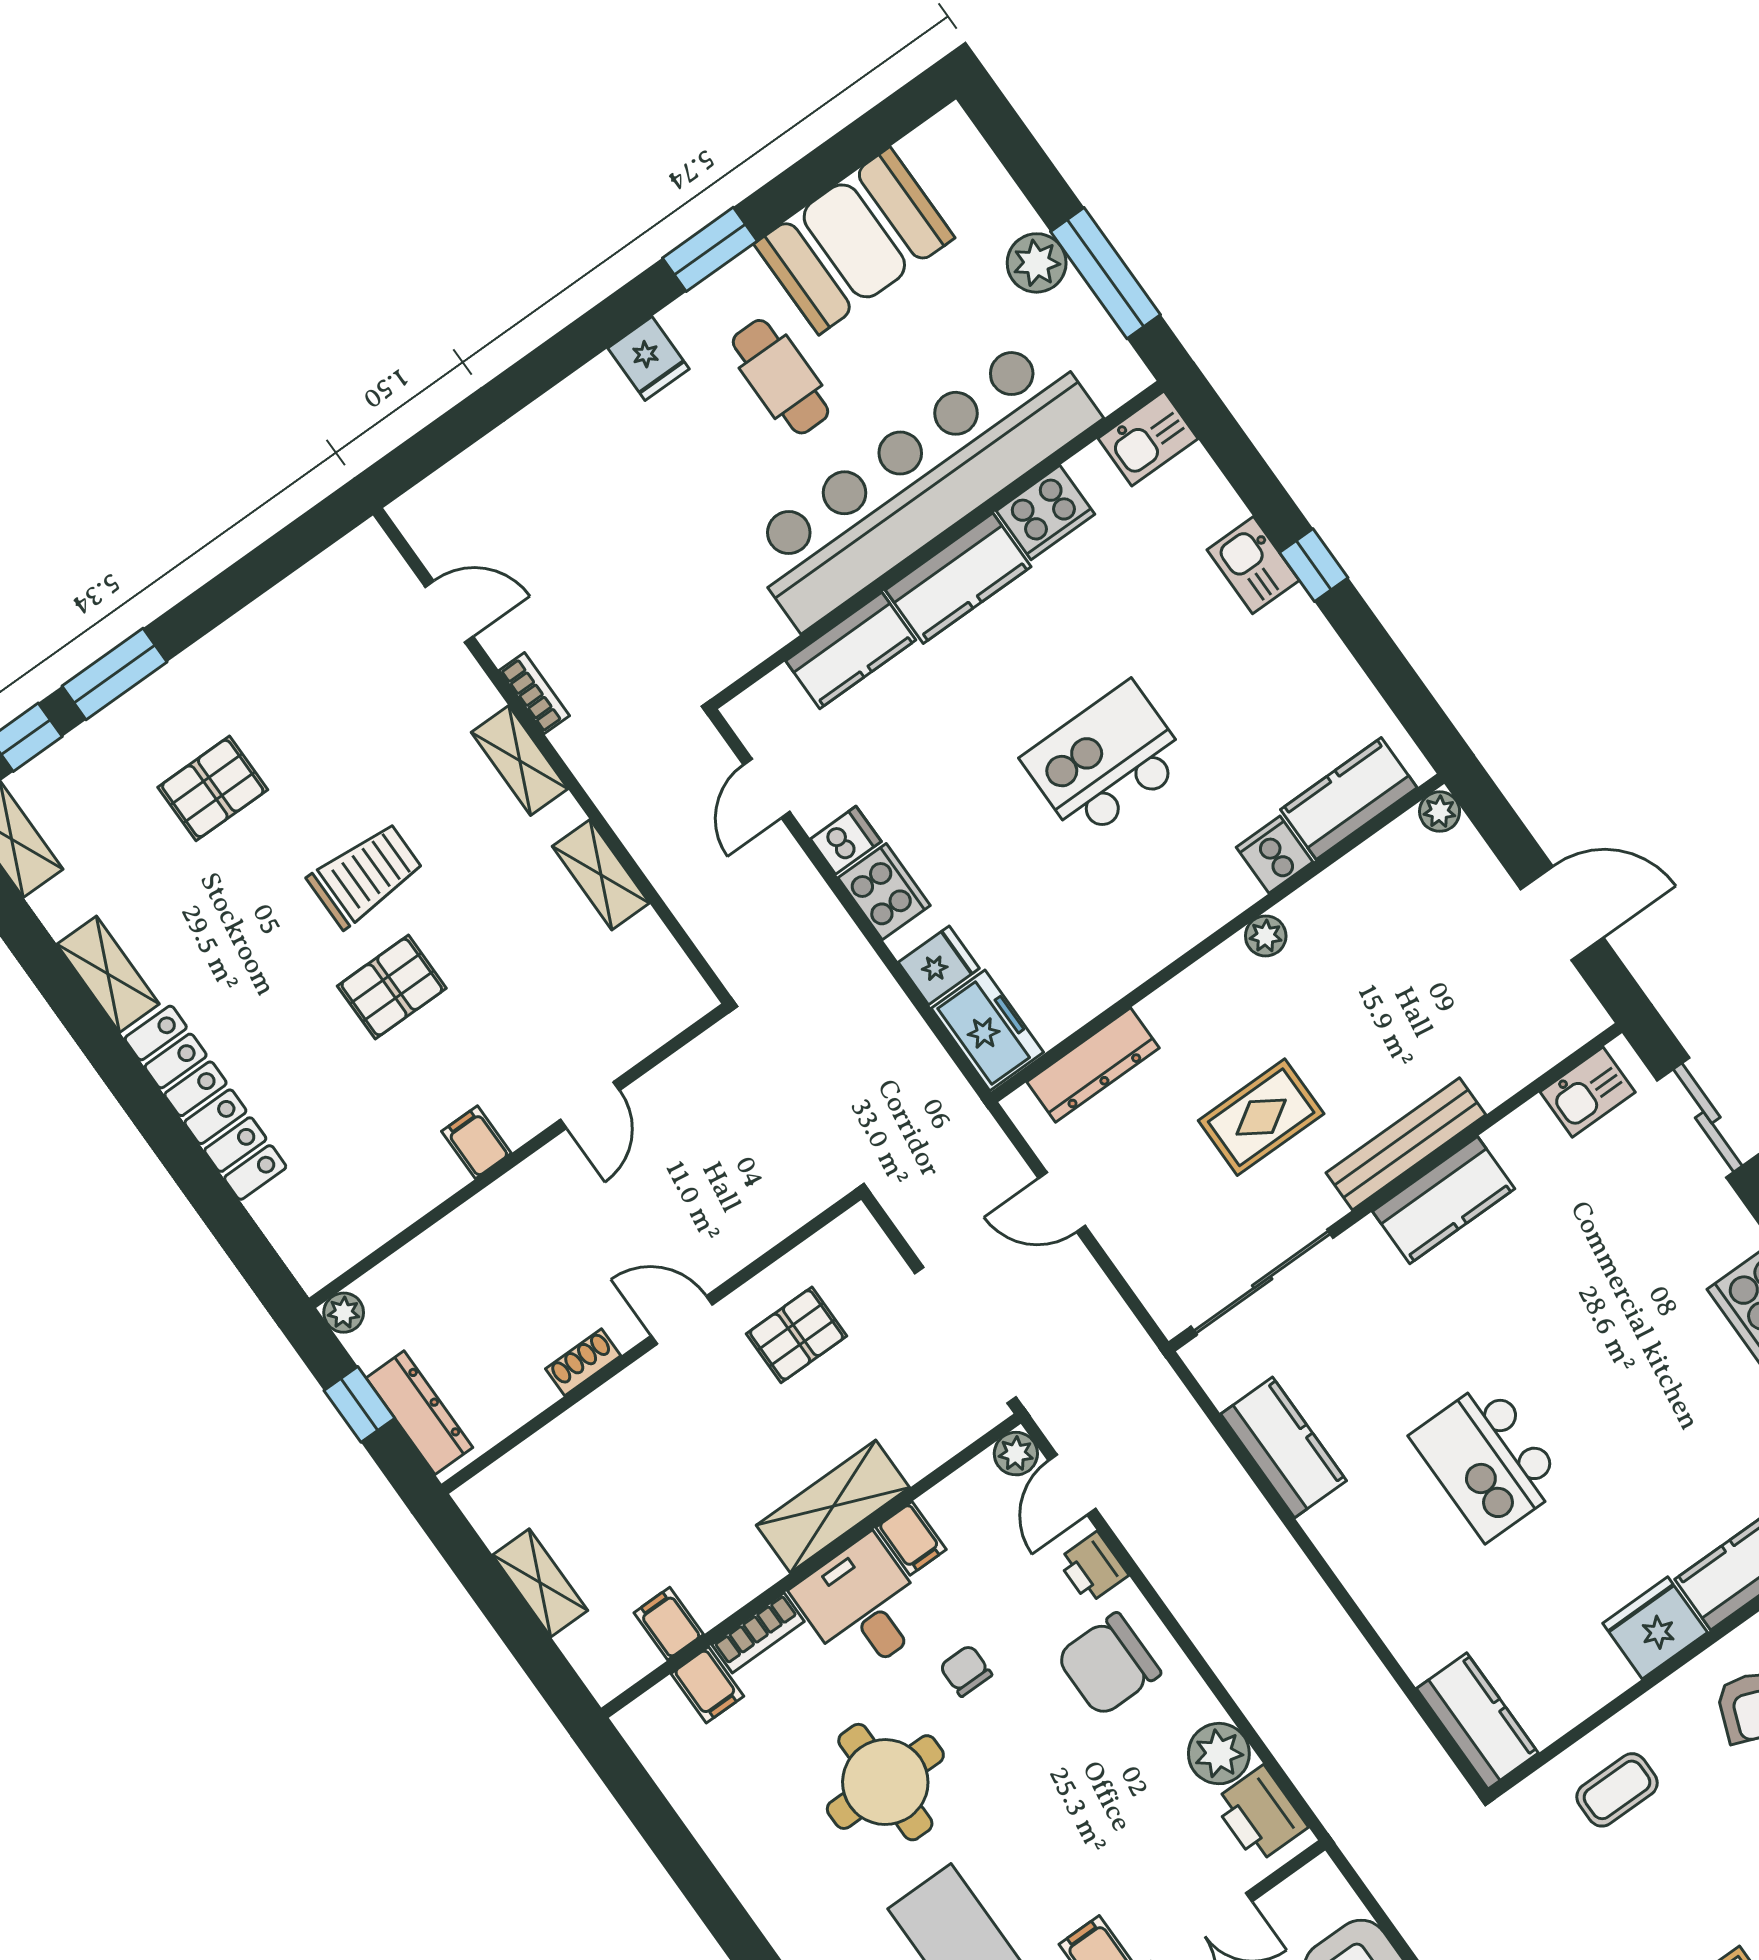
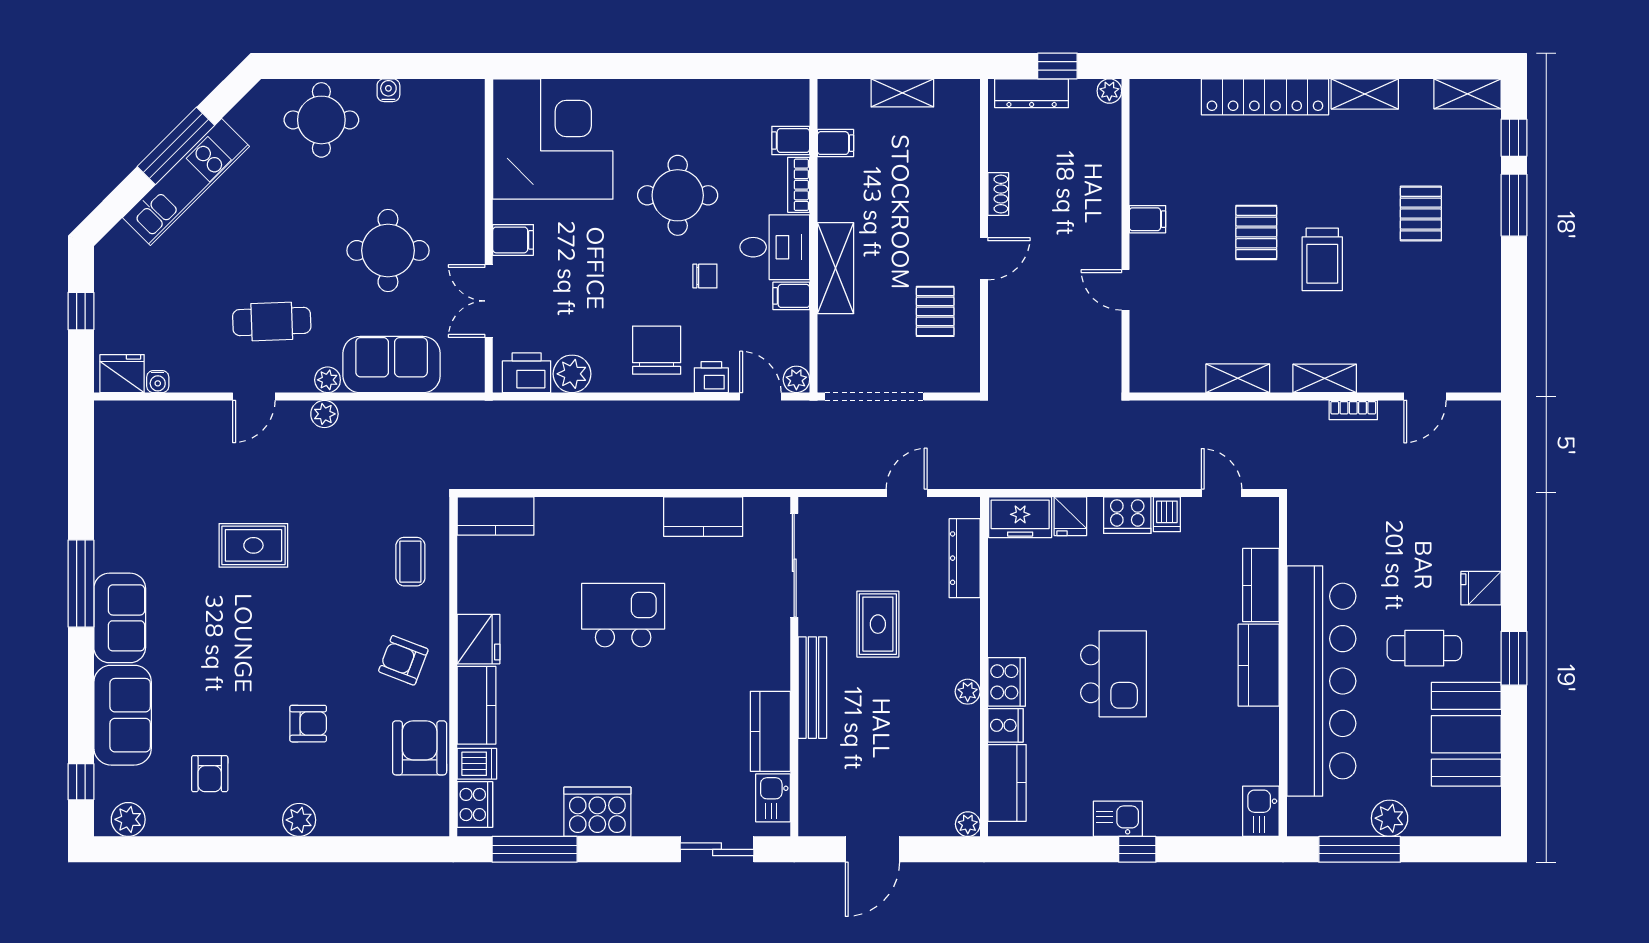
cooker: (1045, 512) -> (1007, 682), moved, turned 180
kitchen sink: (1253, 565) -> (1118, 819), moved
kitchen counter: (1444, 1200) -> (770, 731), moved

